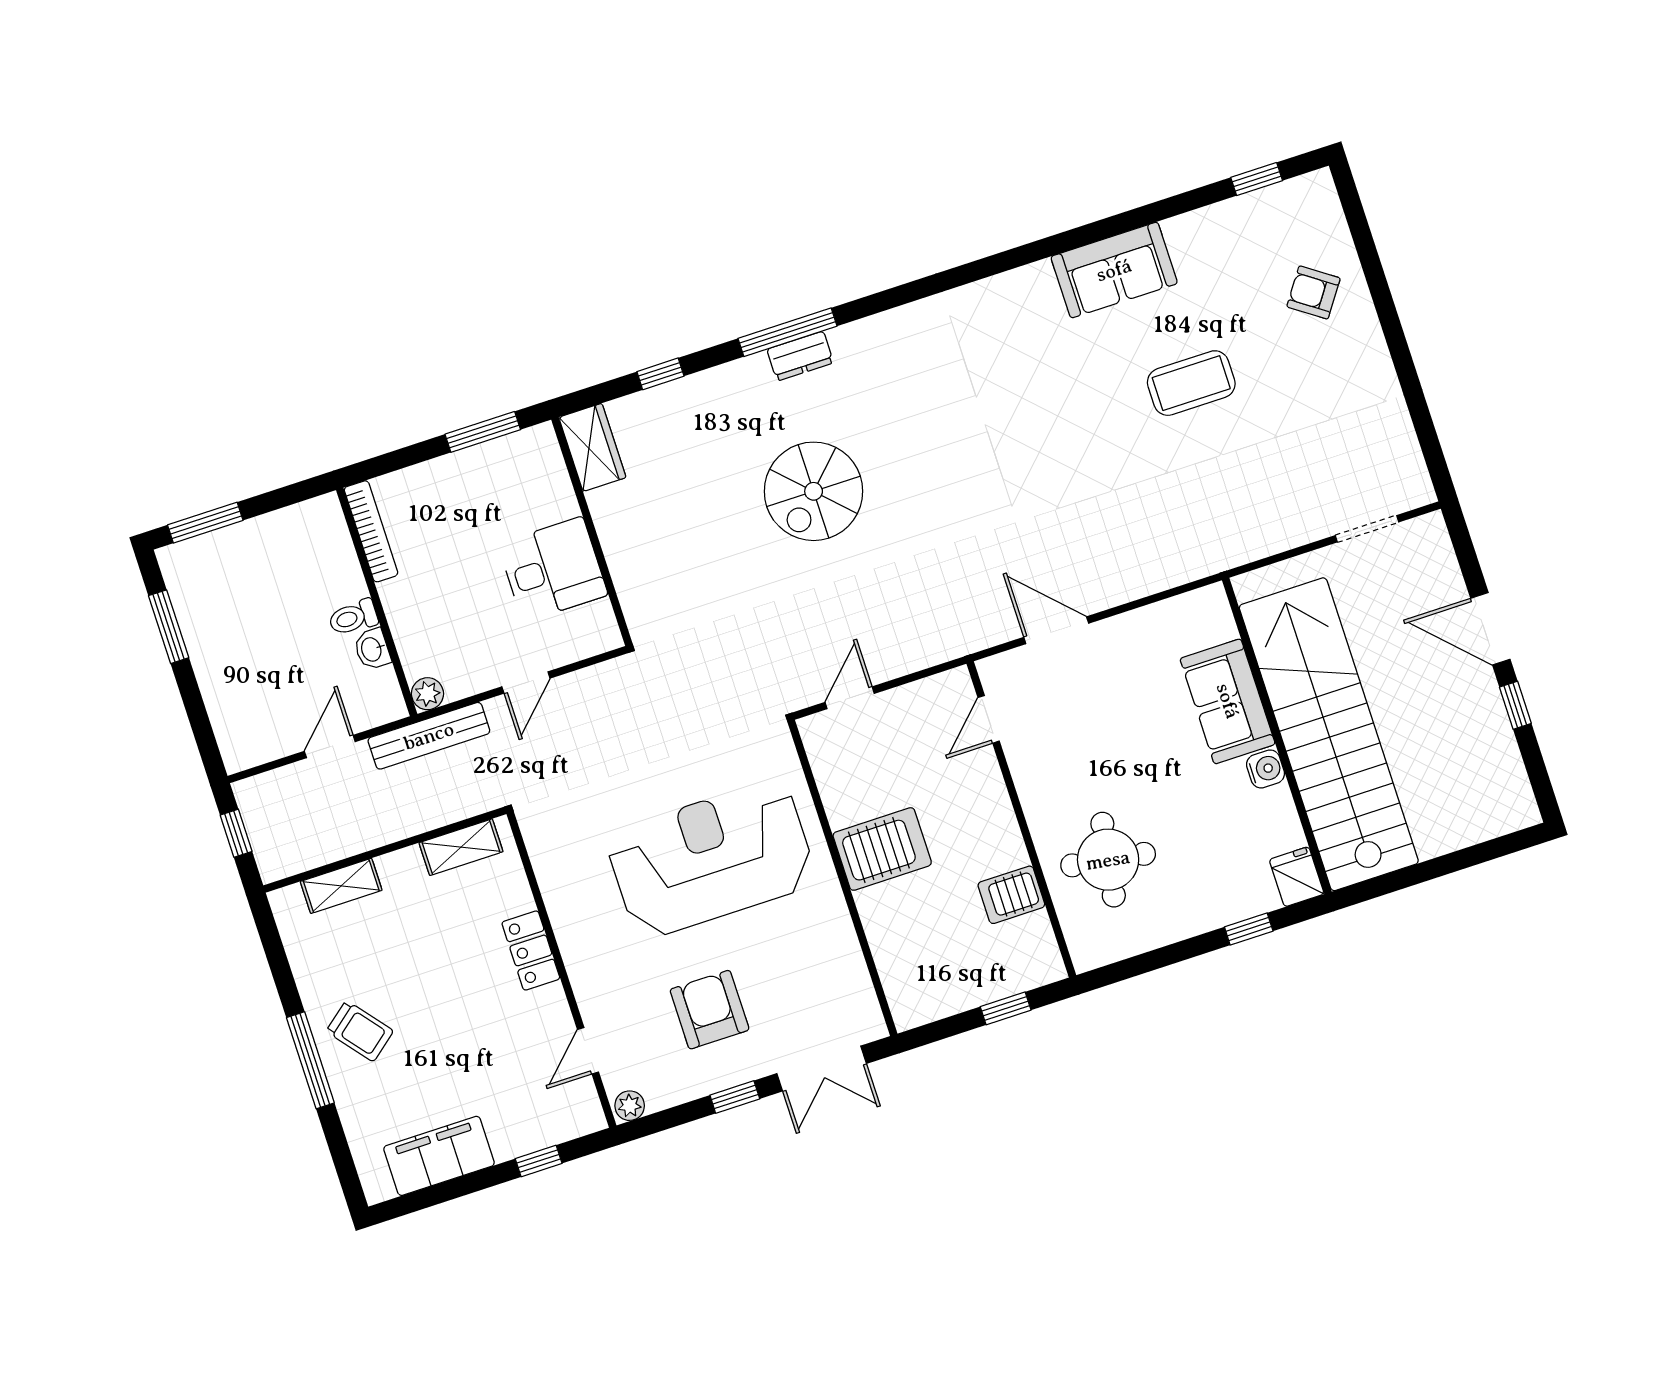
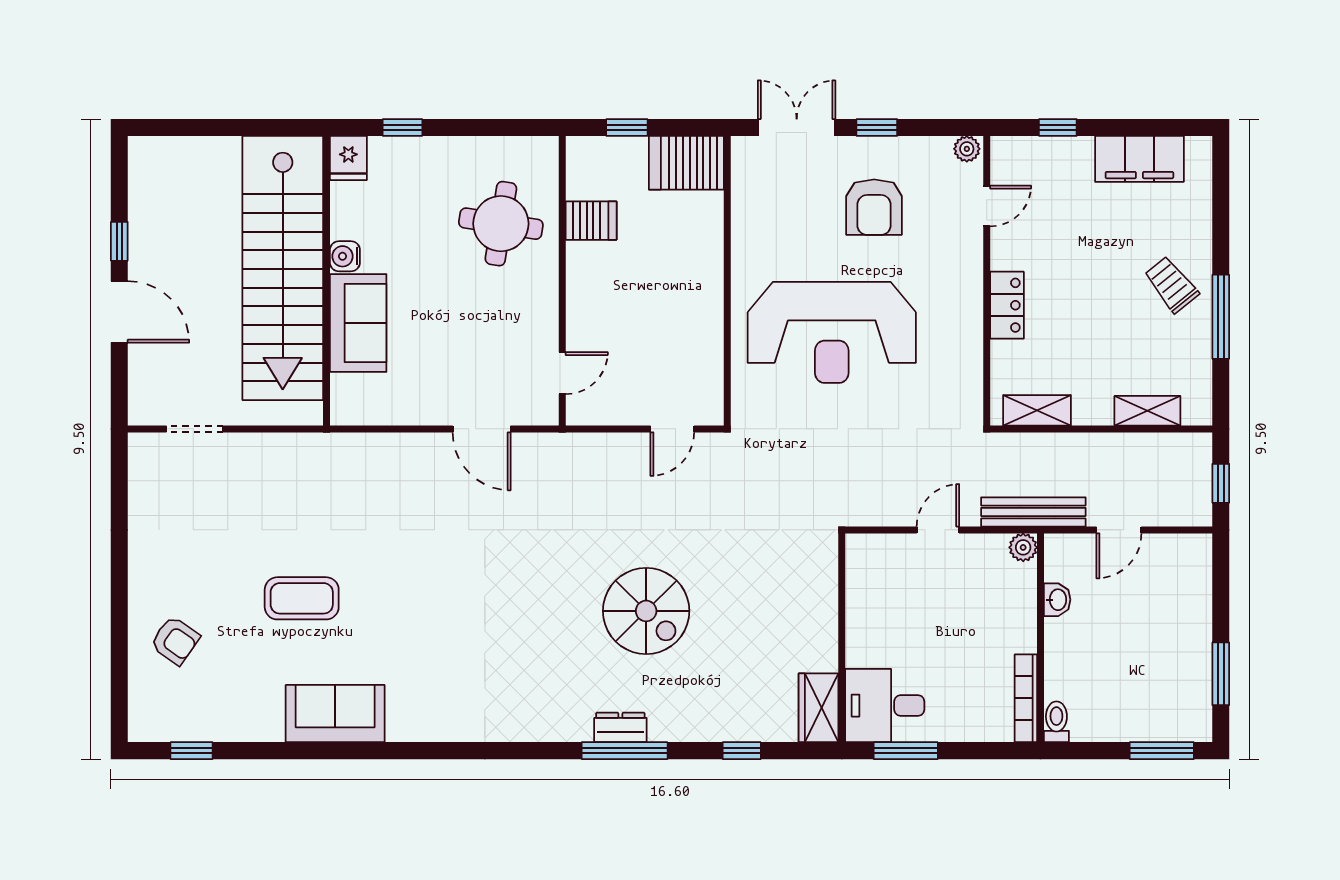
spiral stairs: (814, 491) -> (646, 611), turned 90
desk: (553, 569) -> (885, 706), moved
toilet: (353, 617) -> (1056, 722), moved, turned -90
server rack: (882, 849) -> (686, 163), moved
window: (310, 1060) -> (1221, 317), moved

